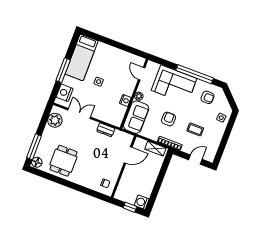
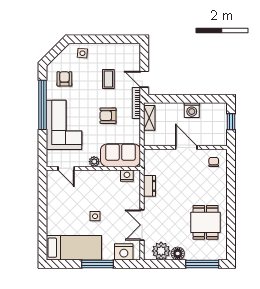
door: (142, 74) -> (66, 168), hinge flipped
nightstand: (125, 100) -> (127, 176), moved
door: (128, 155) -> (186, 148), moved
door: (195, 160) -> (144, 79), moved
dining table: (63, 161) -> (206, 222), turned 90
floor lamp: (37, 162) -> (178, 254), moved
washing machine: (142, 202) -> (192, 110), moved

